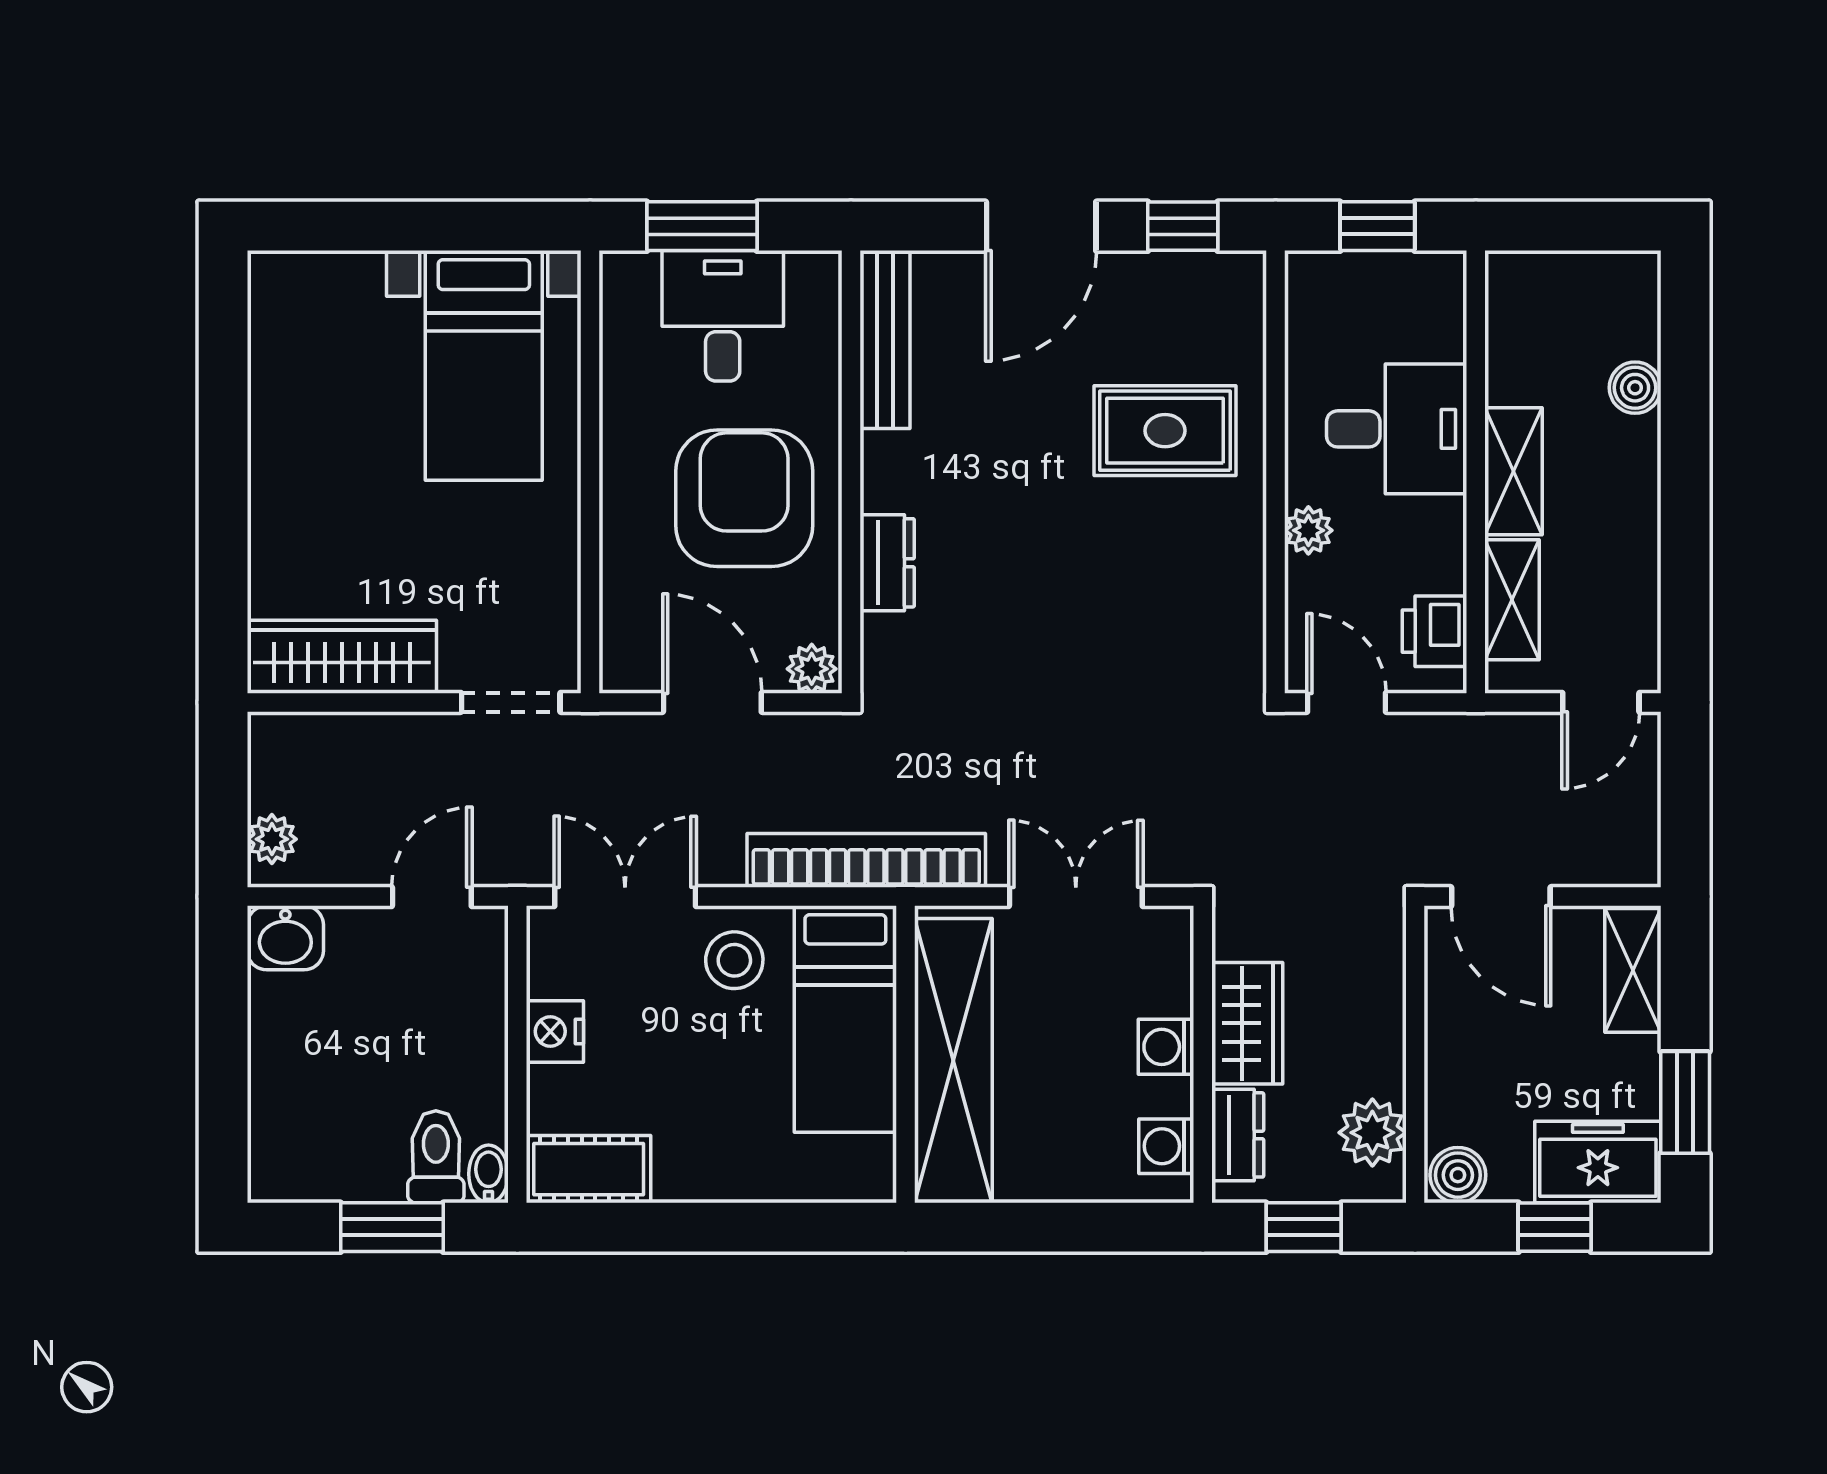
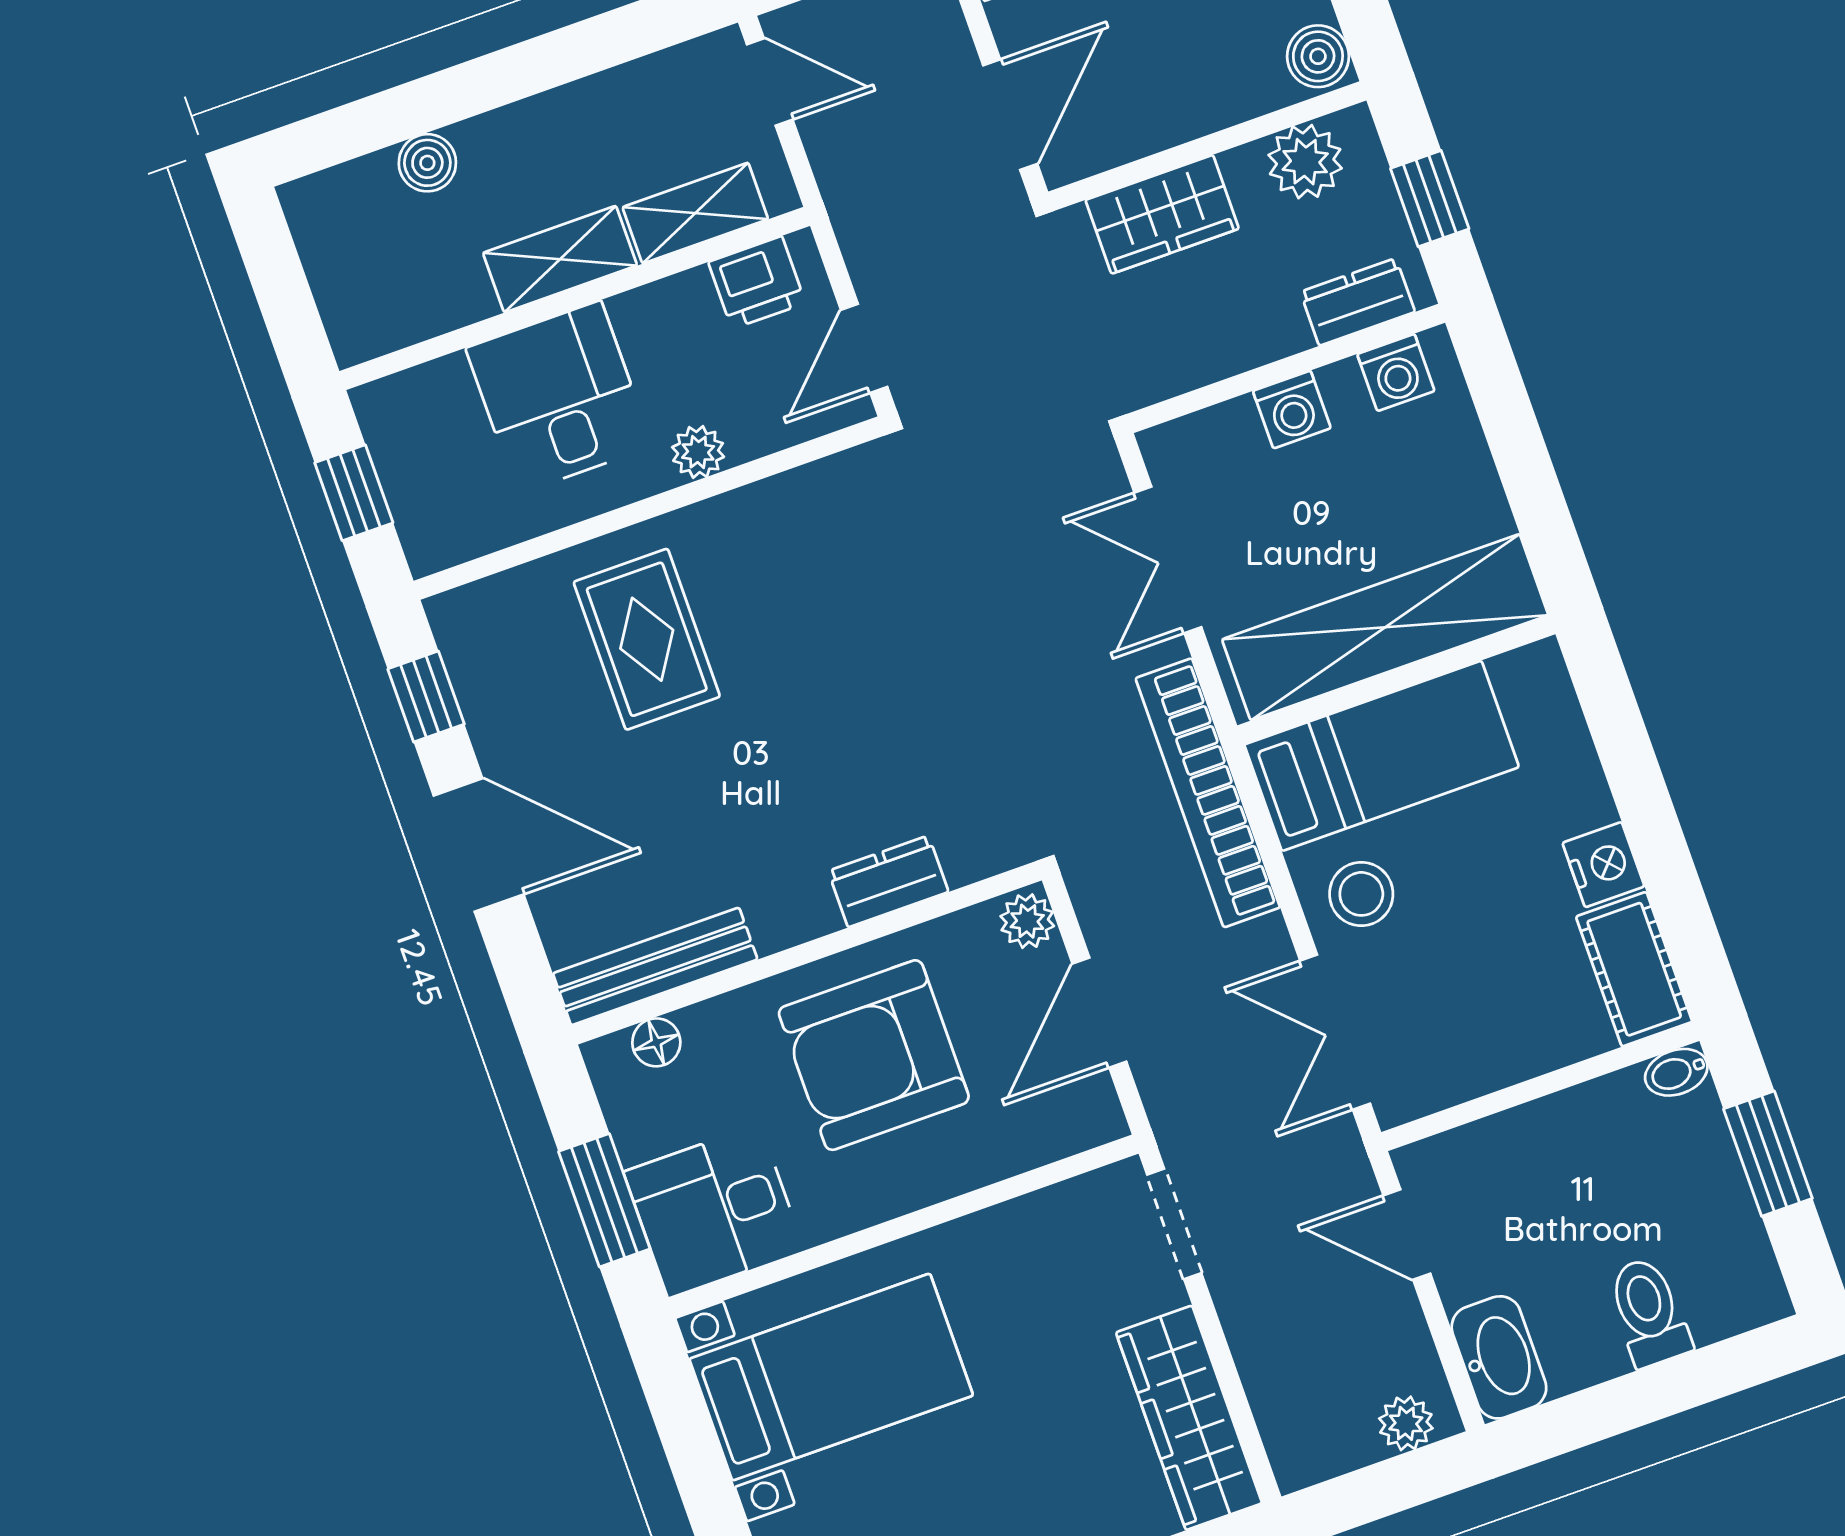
desk: (723, 316) -> (714, 1211), moved
floor lamp: (820, 318) -> (656, 1042), added
washbasin: (285, 938) -> (1499, 1357), width x1.38
wardrobe: (1247, 1023) -> (1162, 214), moved, turned 180
nightstand: (555, 1031) -> (1603, 865), moved, turned -90
toilet: (436, 1157) -> (1649, 1312), moved, turned 90

